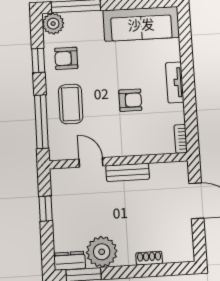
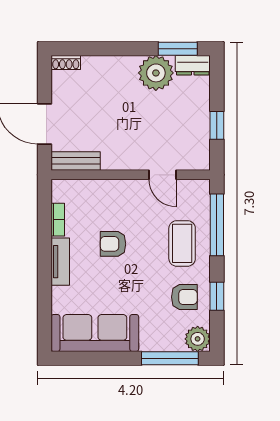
bookcase: (181, 139) -> (58, 220), moved
bench: (128, 172) -> (76, 161), moved
shoe rack: (149, 258) -> (66, 63), moved

